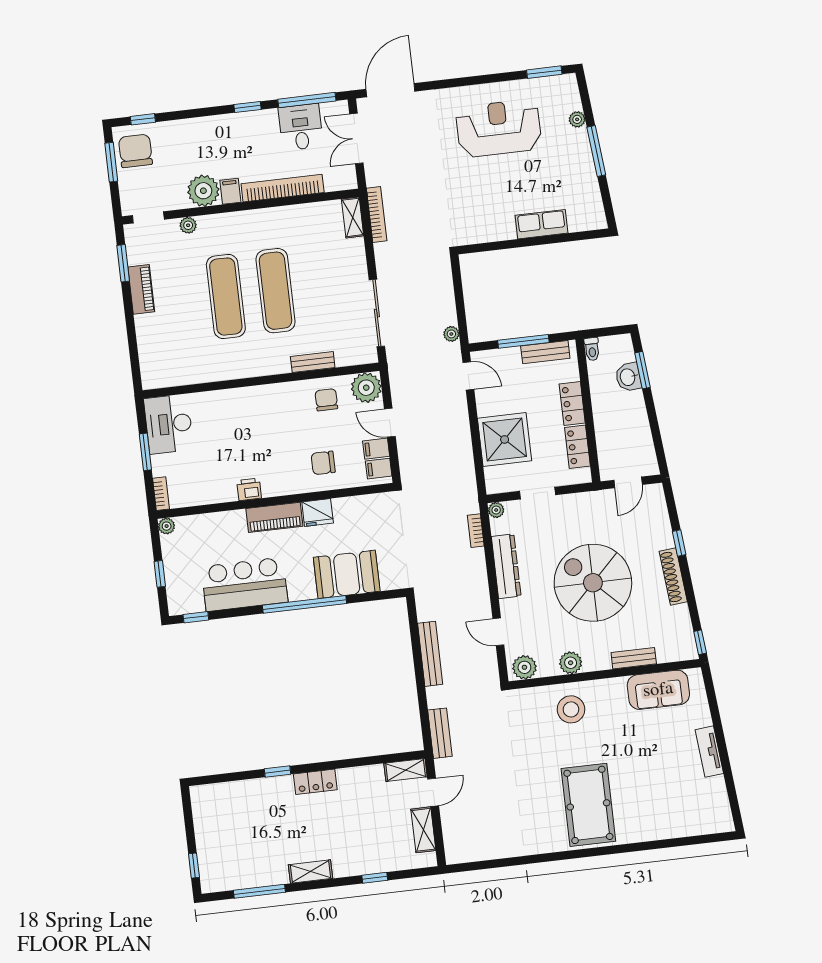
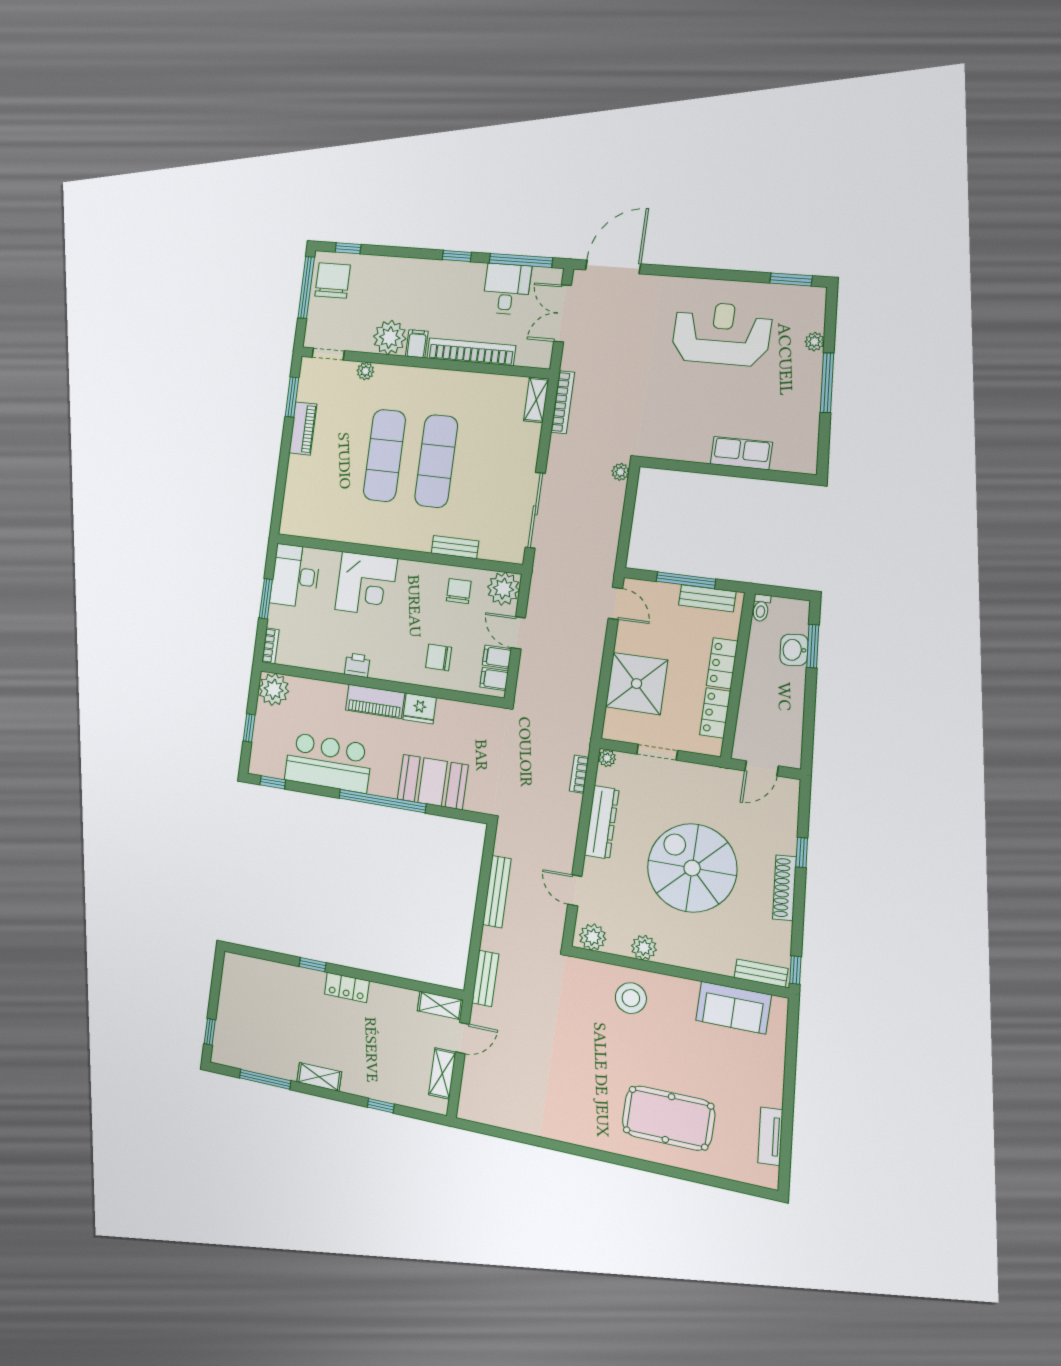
window: (111, 162) -> (306, 288), width x1.44
plant: (451, 334) -> (620, 472), moved
corner desk: (239, 415) -> (366, 584), added
plant: (167, 526) -> (274, 689), width x1.87, depth x1.87
bench: (634, 658) -> (761, 973), moved
tv unit: (709, 752) -> (770, 1136), moved
pool table: (588, 805) -> (668, 1118), moved, turned 90

